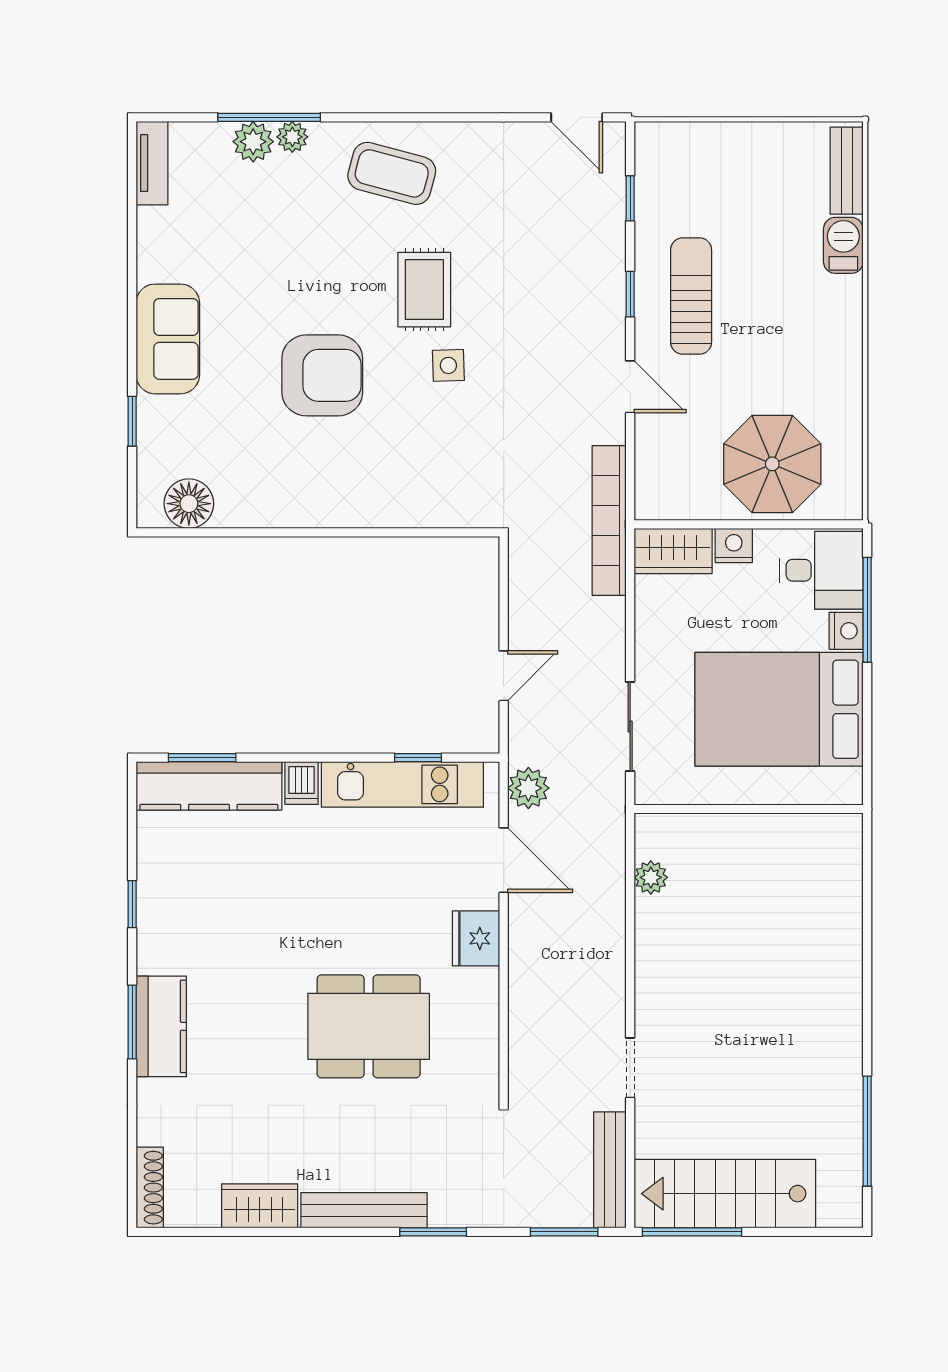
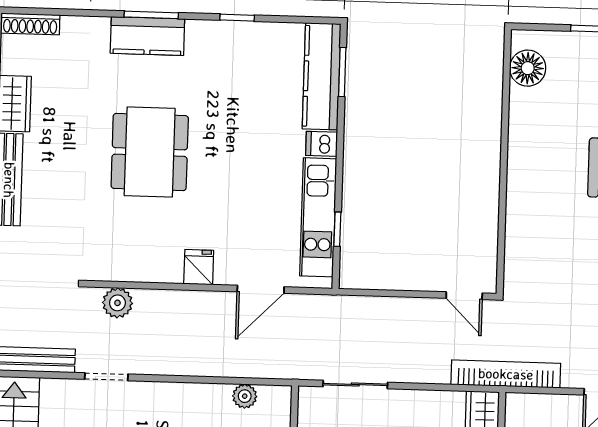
door: (504, 676) -> (464, 296), moved
plant: (528, 788) -> (117, 303), moved
fridge: (476, 938) -> (199, 267), width x0.72
dining table: (369, 1026) -> (150, 152), moved

